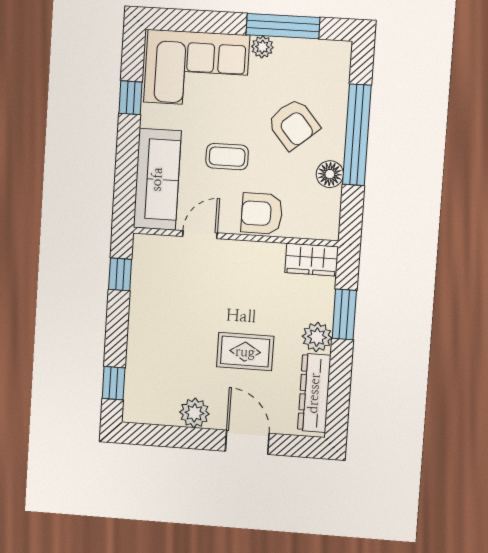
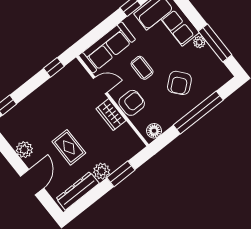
floor lamp: (330, 174) -> (154, 131), moved
armchair: (262, 214) -> (132, 103), turned 90
wardrobe: (312, 260) -> (111, 115), moved

